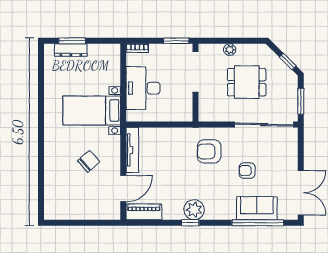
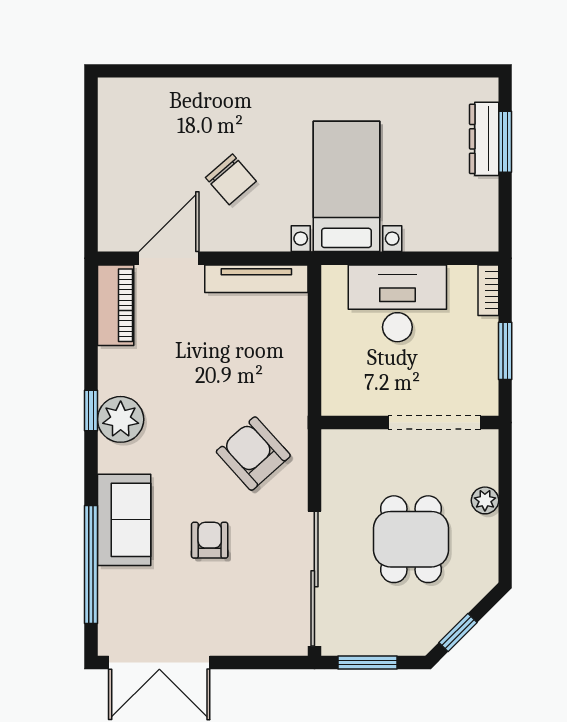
window: (176, 41) -> (505, 351), moved
armchair: (209, 151) -> (253, 454), turned -42
door: (123, 189) -> (169, 258), swing flipped
sofa: (257, 208) -> (124, 520), moved

